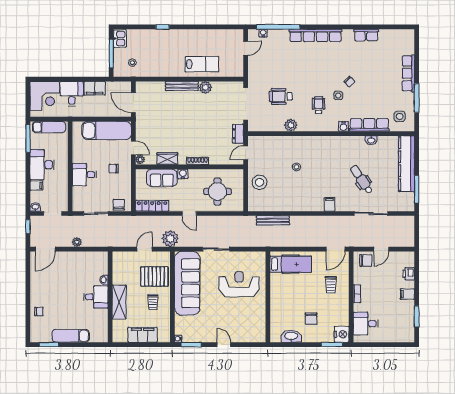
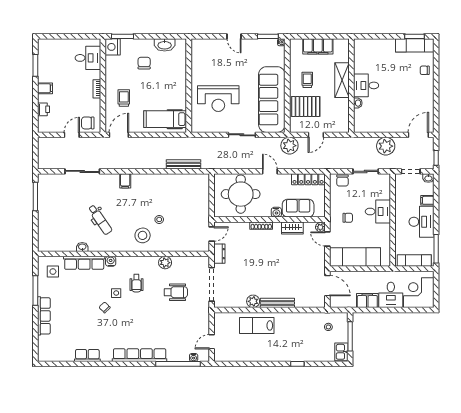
kitchen counter: (407, 164) -> (46, 223), removed
dental chair: (362, 179) -> (100, 220), moved
stool: (260, 182) -> (143, 235), moved
round table: (217, 192) -> (241, 194), width x1.36, depth x1.36
plant: (77, 242) -> (386, 146), width x1.87, depth x1.87
exam couch: (71, 336) -> (415, 45), moved

